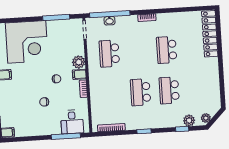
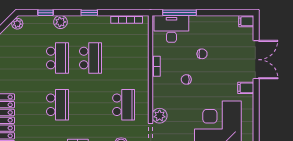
plant: (79, 62) -> (160, 116), moved
filing cabinet: (79, 74) -> (160, 83), removed
plant: (189, 121) -> (60, 22), moved
desk: (72, 122) -> (171, 29), width x1.37

